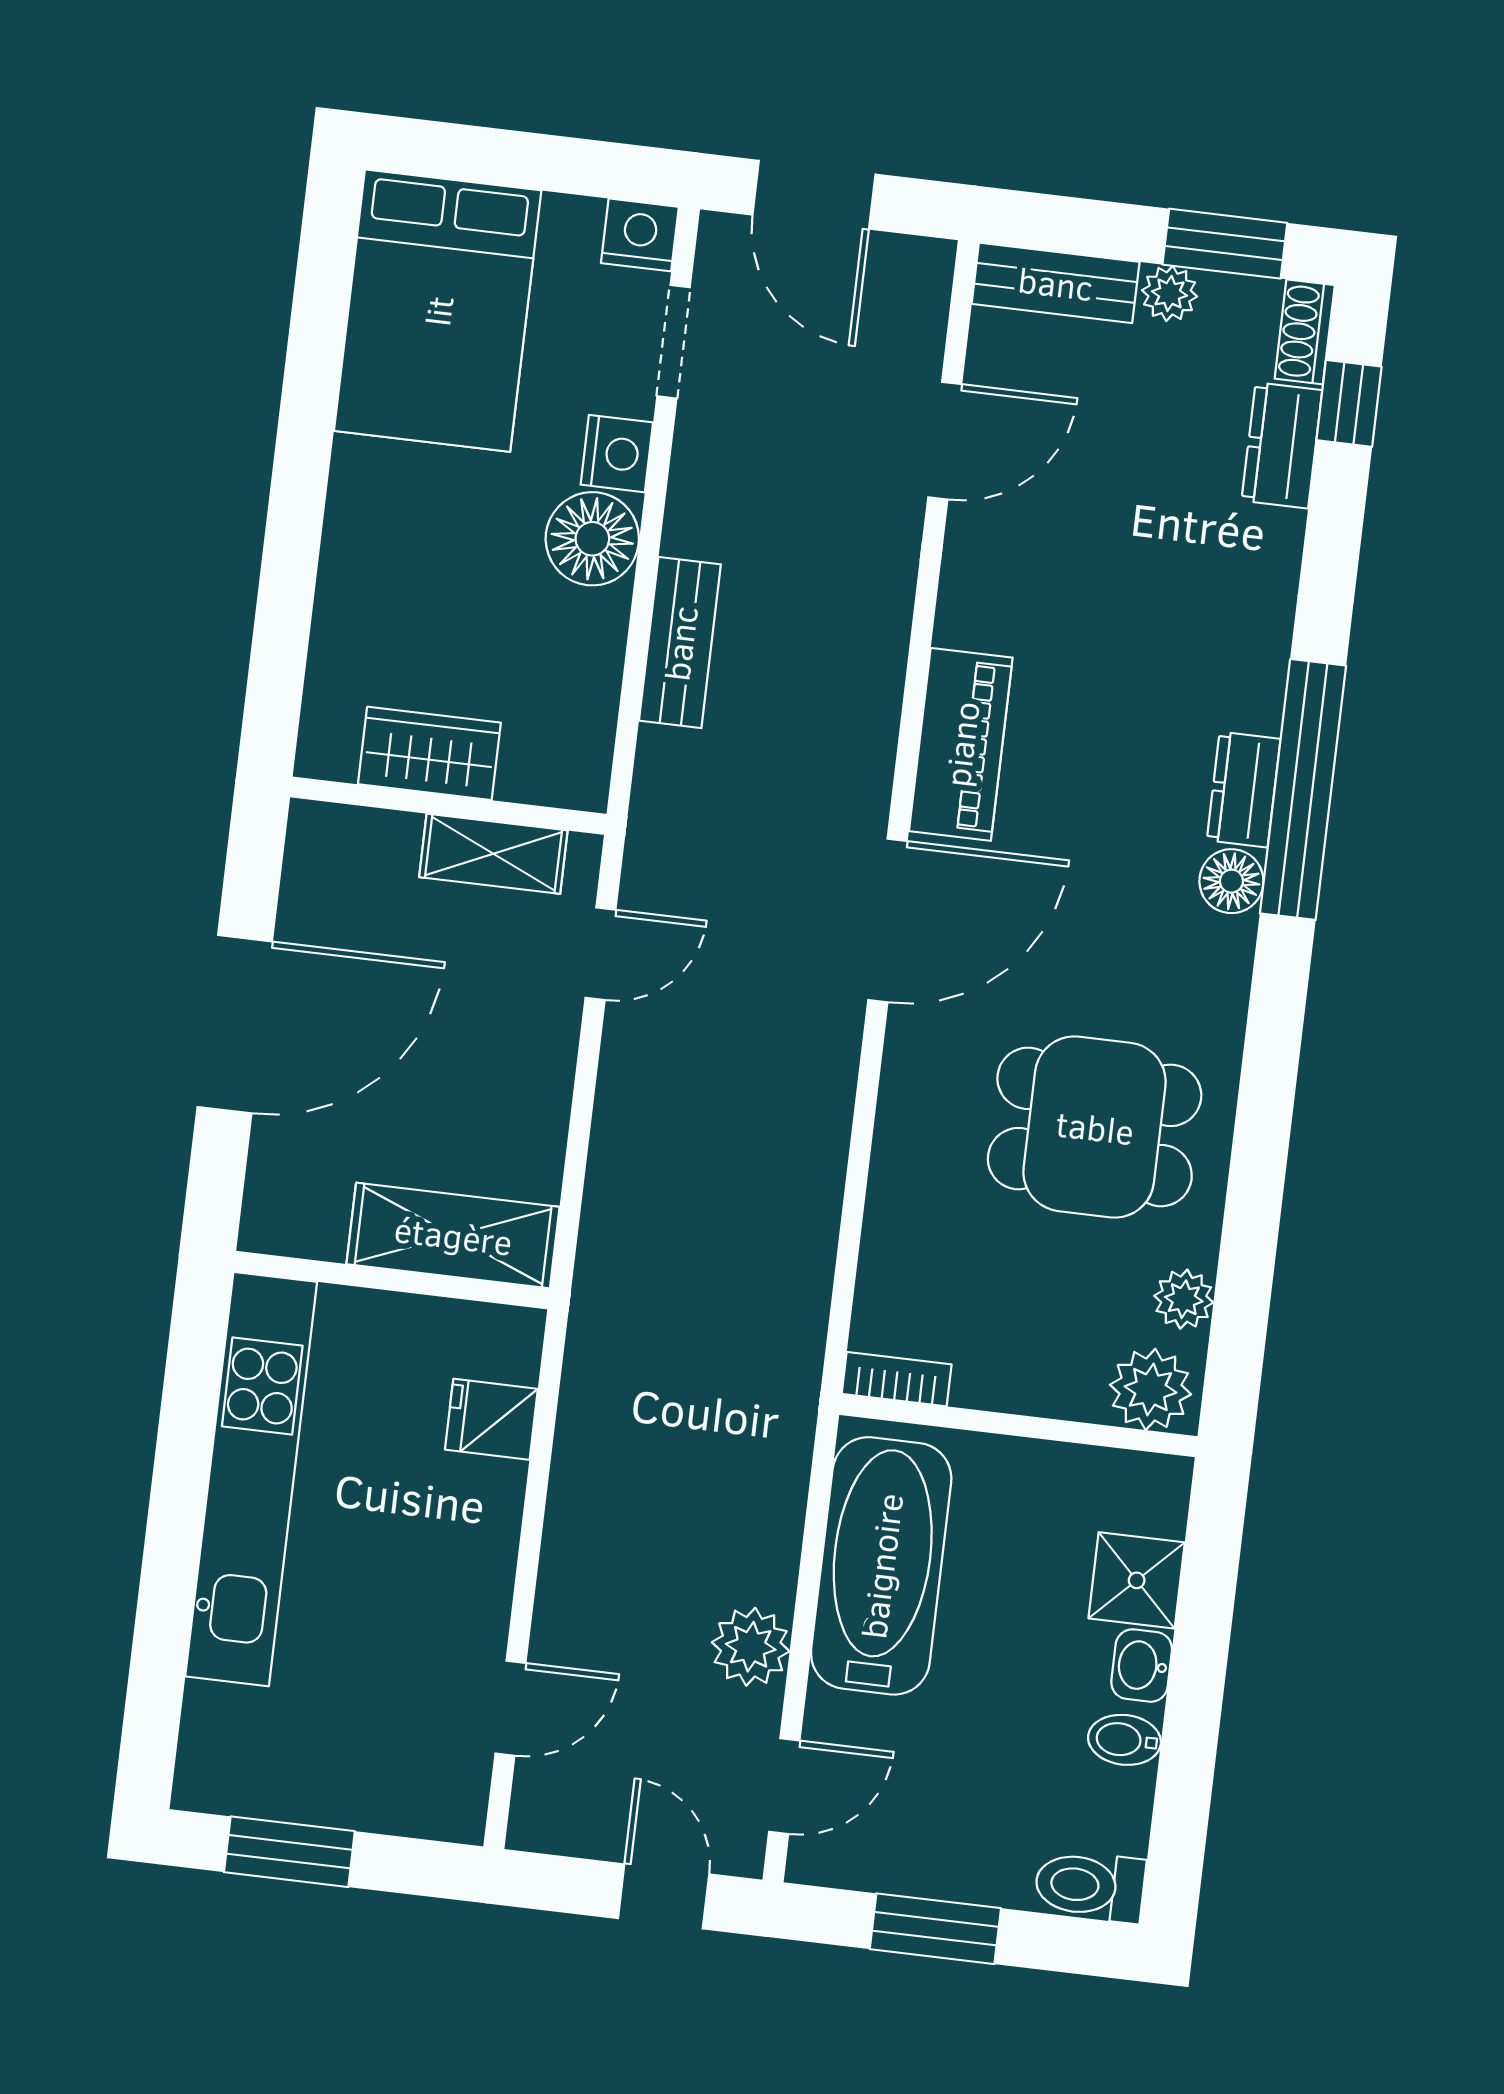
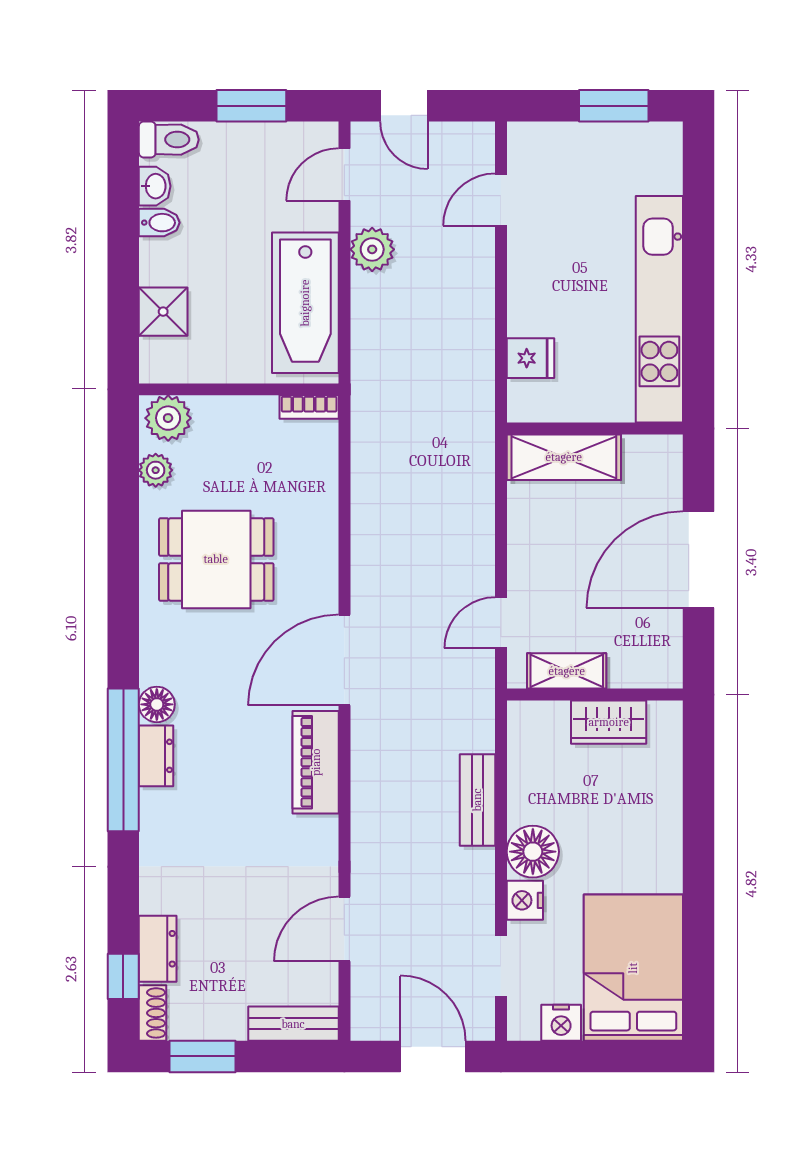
nightstand: (640, 235) -> (561, 1023), moved
plant: (1170, 293) -> (230, 1025), removed
washbasin: (1142, 1666) -> (155, 186), moved

